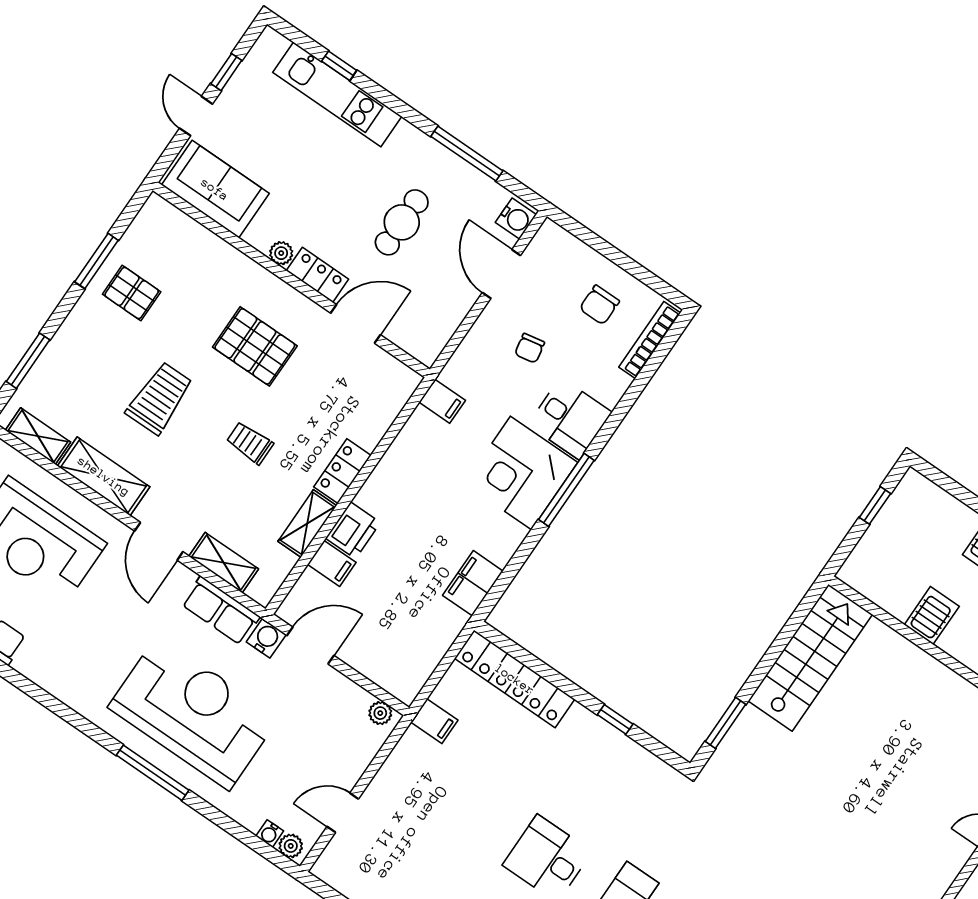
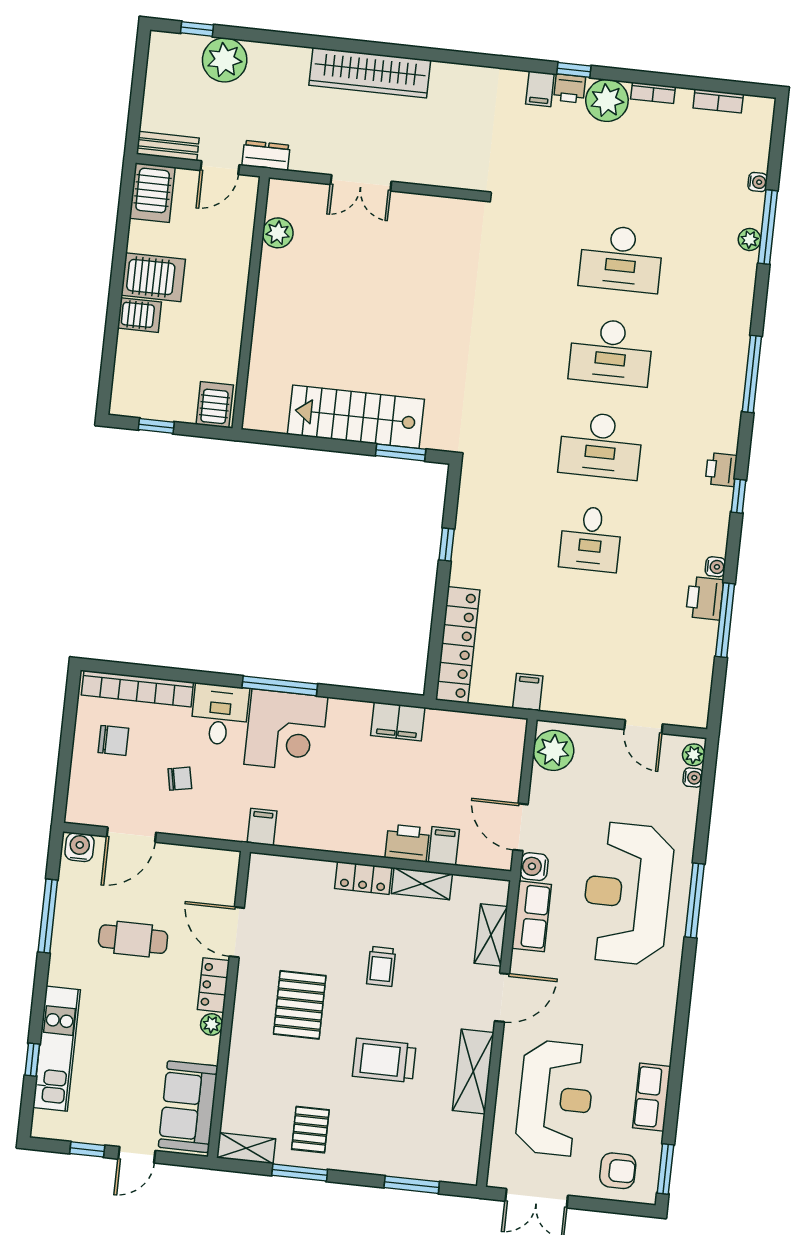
bookcase: (650, 340) -> (137, 689), width x1.48, depth x1.31
shelving: (38, 436) -> (246, 1148), moved, turned 90
server rack: (932, 616) -> (215, 405), moved, turned 90
stairs: (810, 658) -> (356, 417), moved
plant: (380, 713) -> (553, 750), width x1.87, depth x1.87

